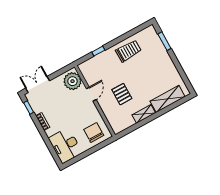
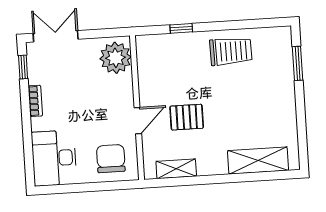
door: (91, 94) -> (138, 121), moved
pallet: (122, 94) -> (187, 117), turned 90
shelving: (144, 114) -> (176, 169), moved

